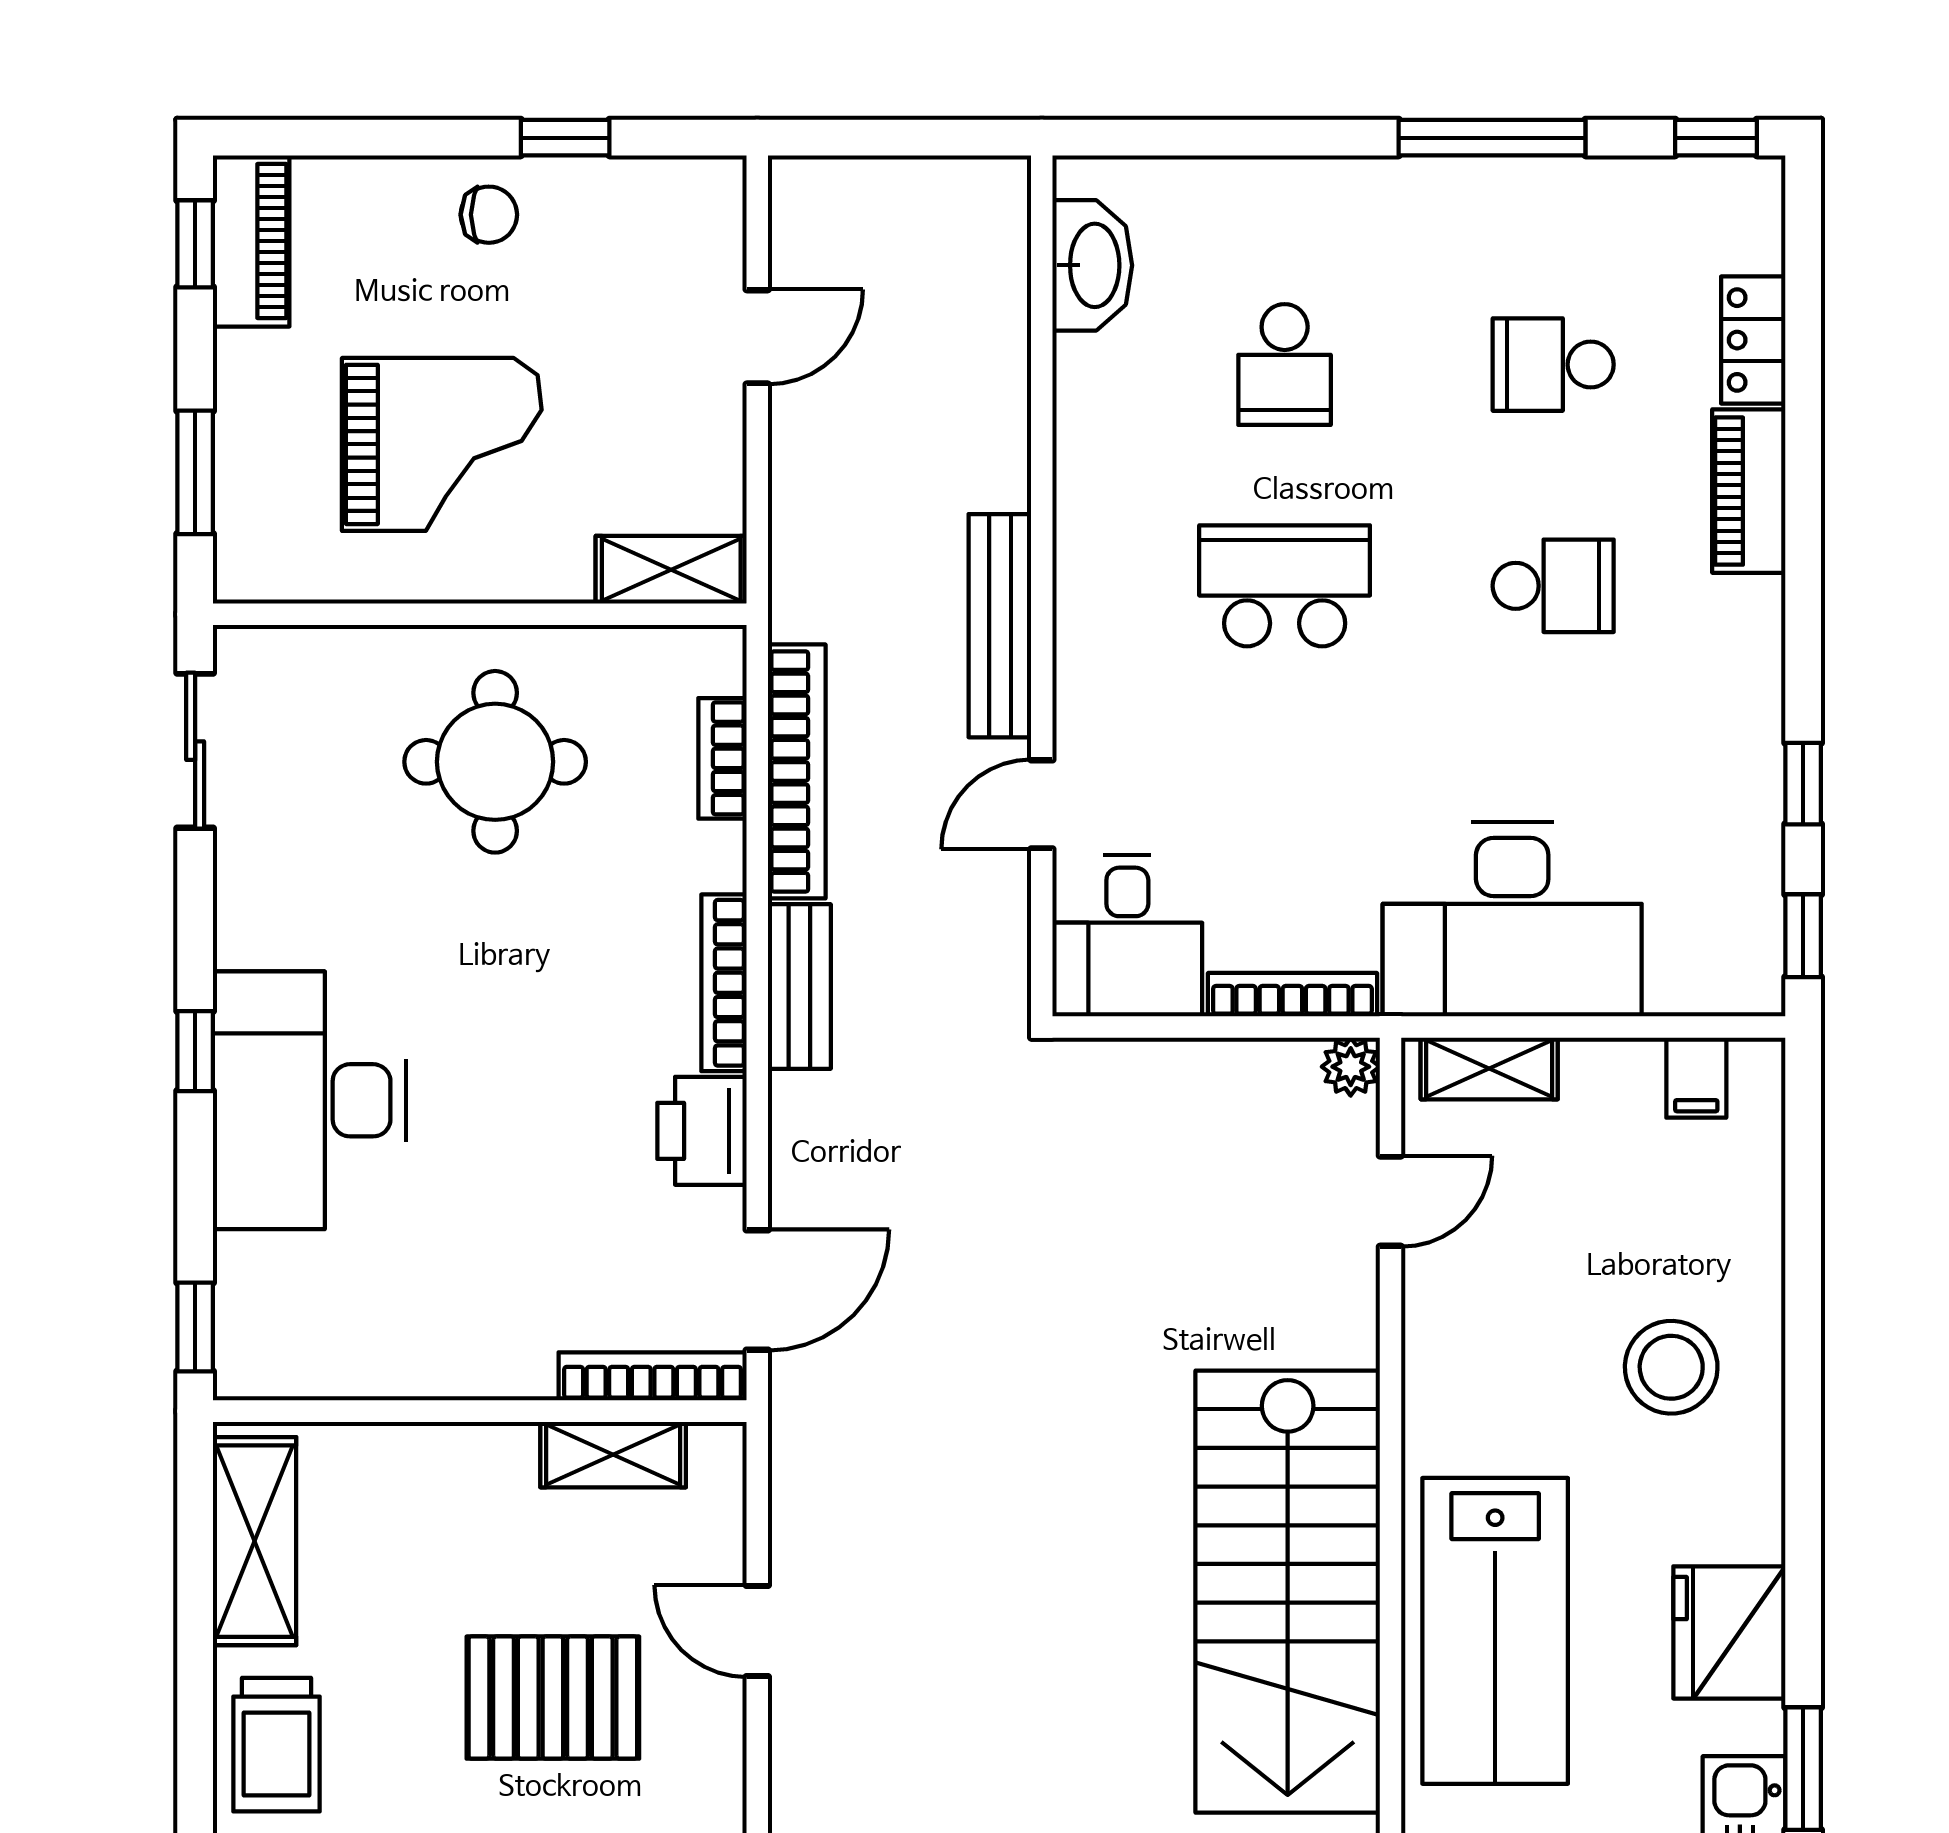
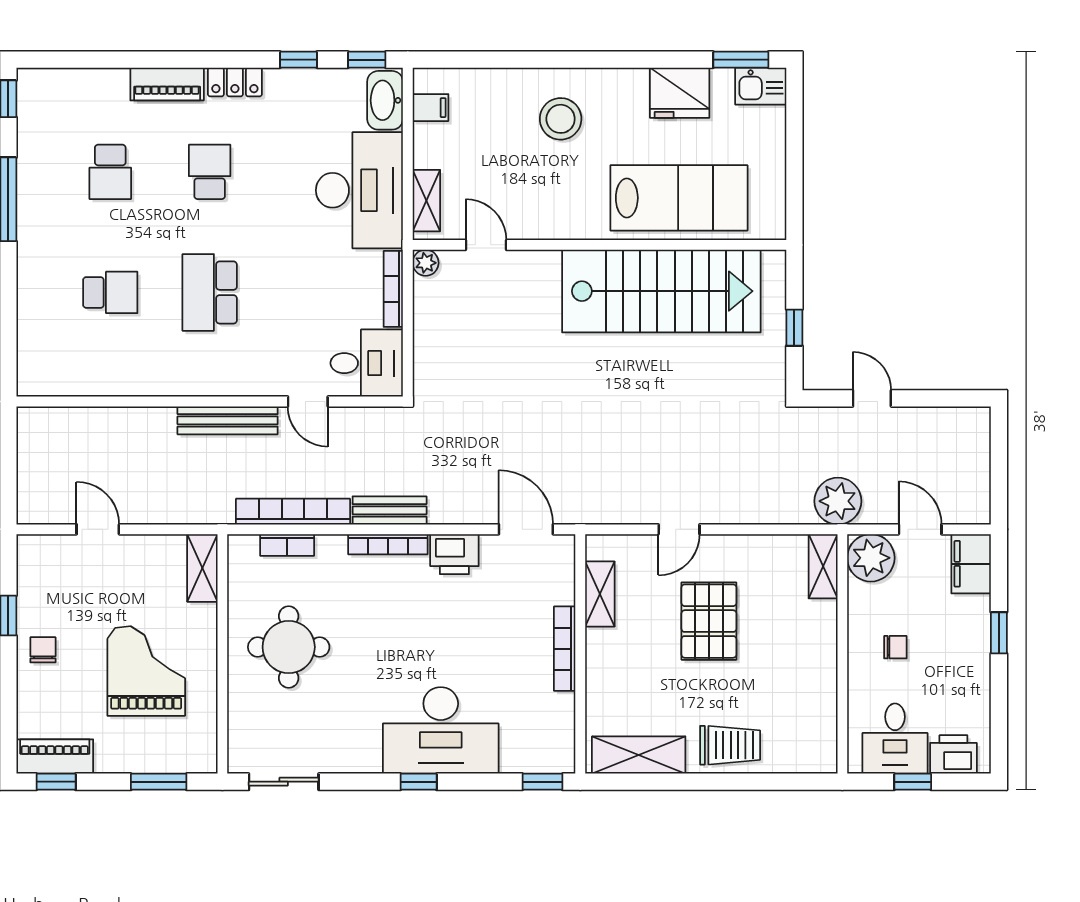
washbasin: (1092, 265) -> (385, 100), moved, turned -90
locker: (1753, 340) -> (235, 82), moved
bookcase: (653, 1376) -> (565, 649), moved

